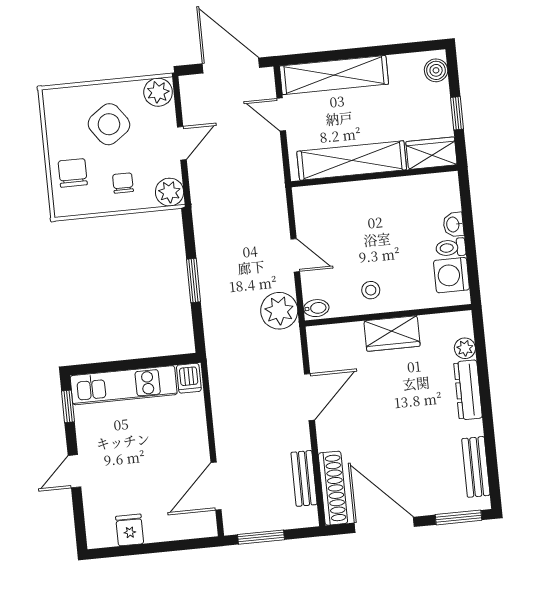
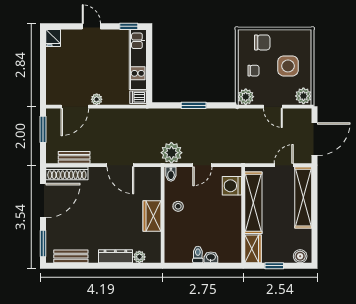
side table: (109, 124) -> (288, 66), turned 36
washing machine: (451, 275) -> (232, 186), moved, turned -90
plant: (200, 450) -> (97, 99), added
door: (216, 486) -> (75, 107), swing flipped
fridge: (130, 530) -> (53, 38), moved, turned 90

